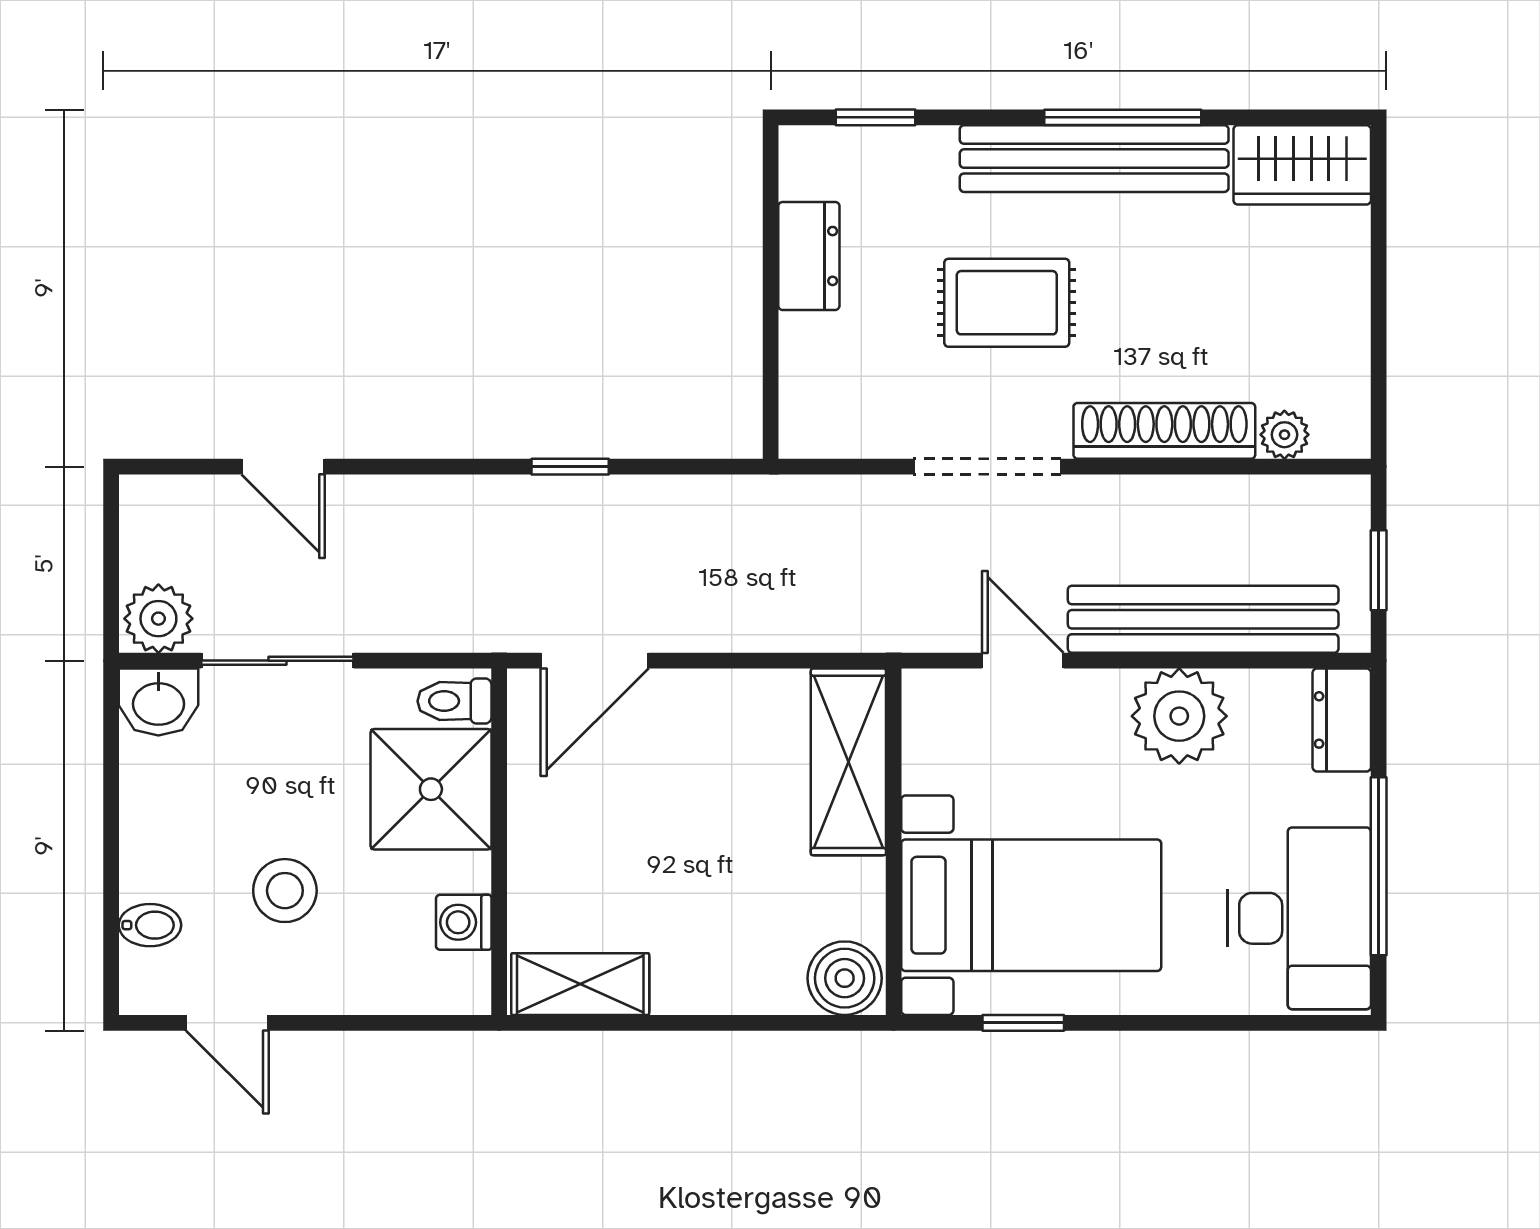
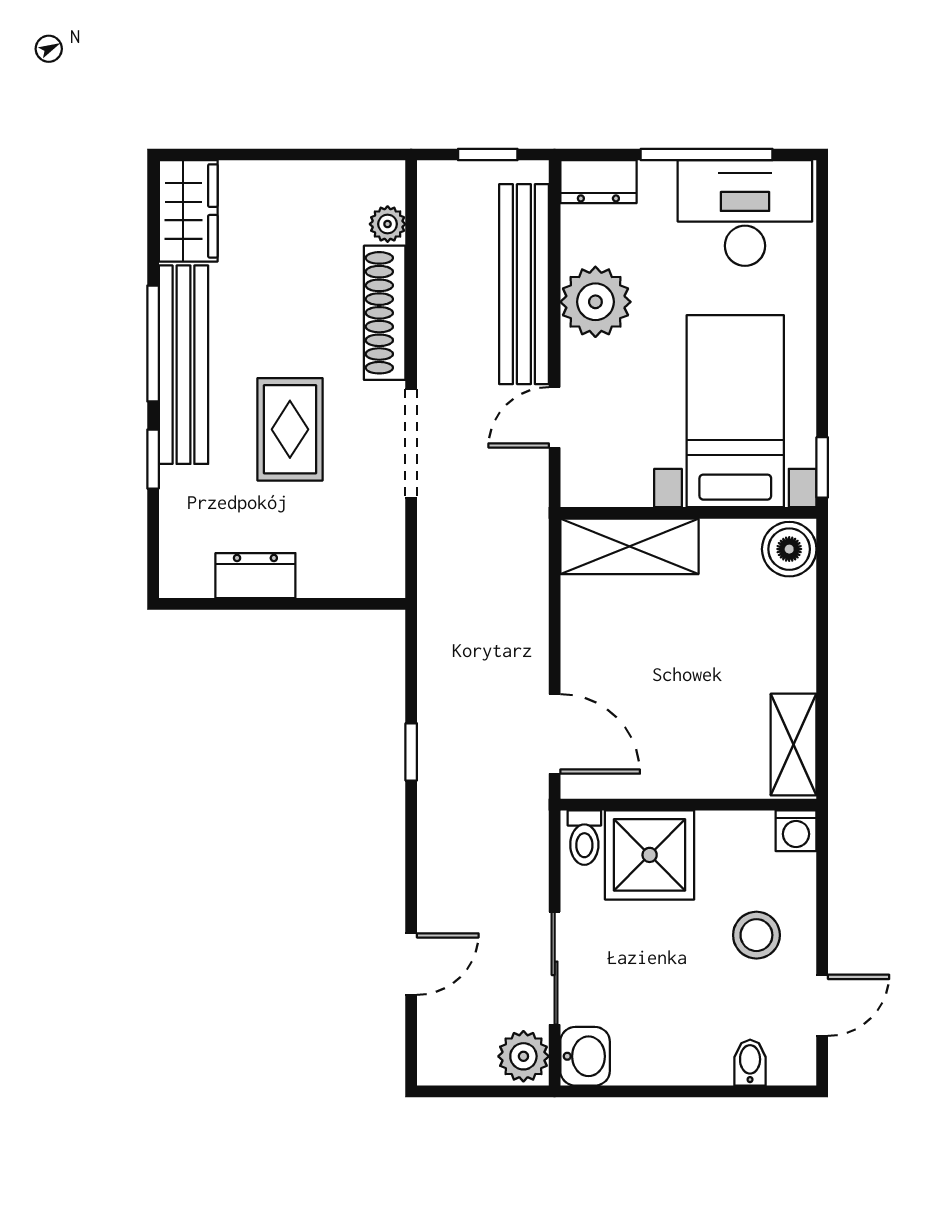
window: (875, 117) -> (153, 459), moved
stool: (285, 891) -> (756, 935), moved
washing machine: (464, 922) -> (796, 831), moved
window: (1023, 1023) -> (822, 467), moved

